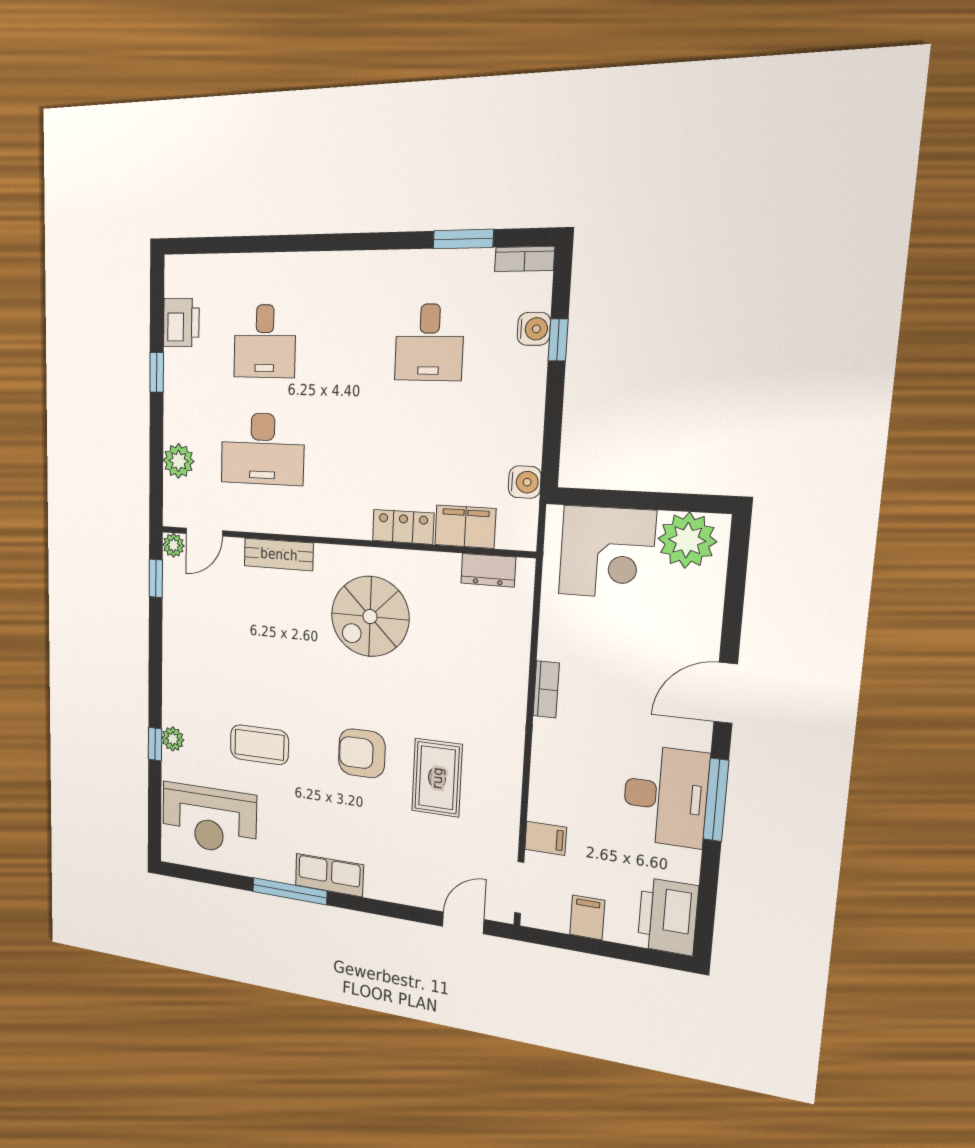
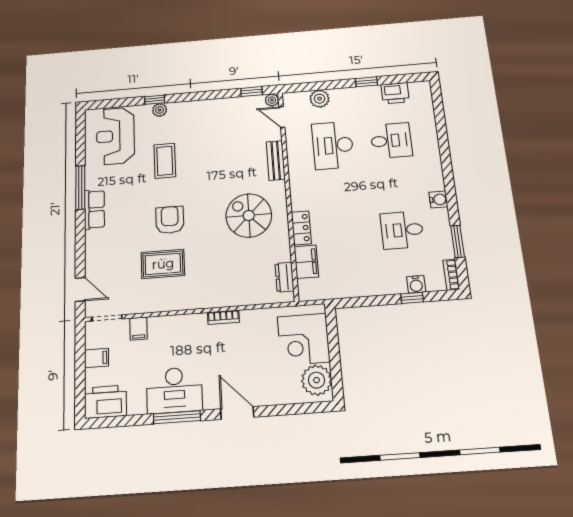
desk: (265, 341) -> (391, 141), turned 180
water cooler: (525, 482) -> (438, 199), moved, turned -90

